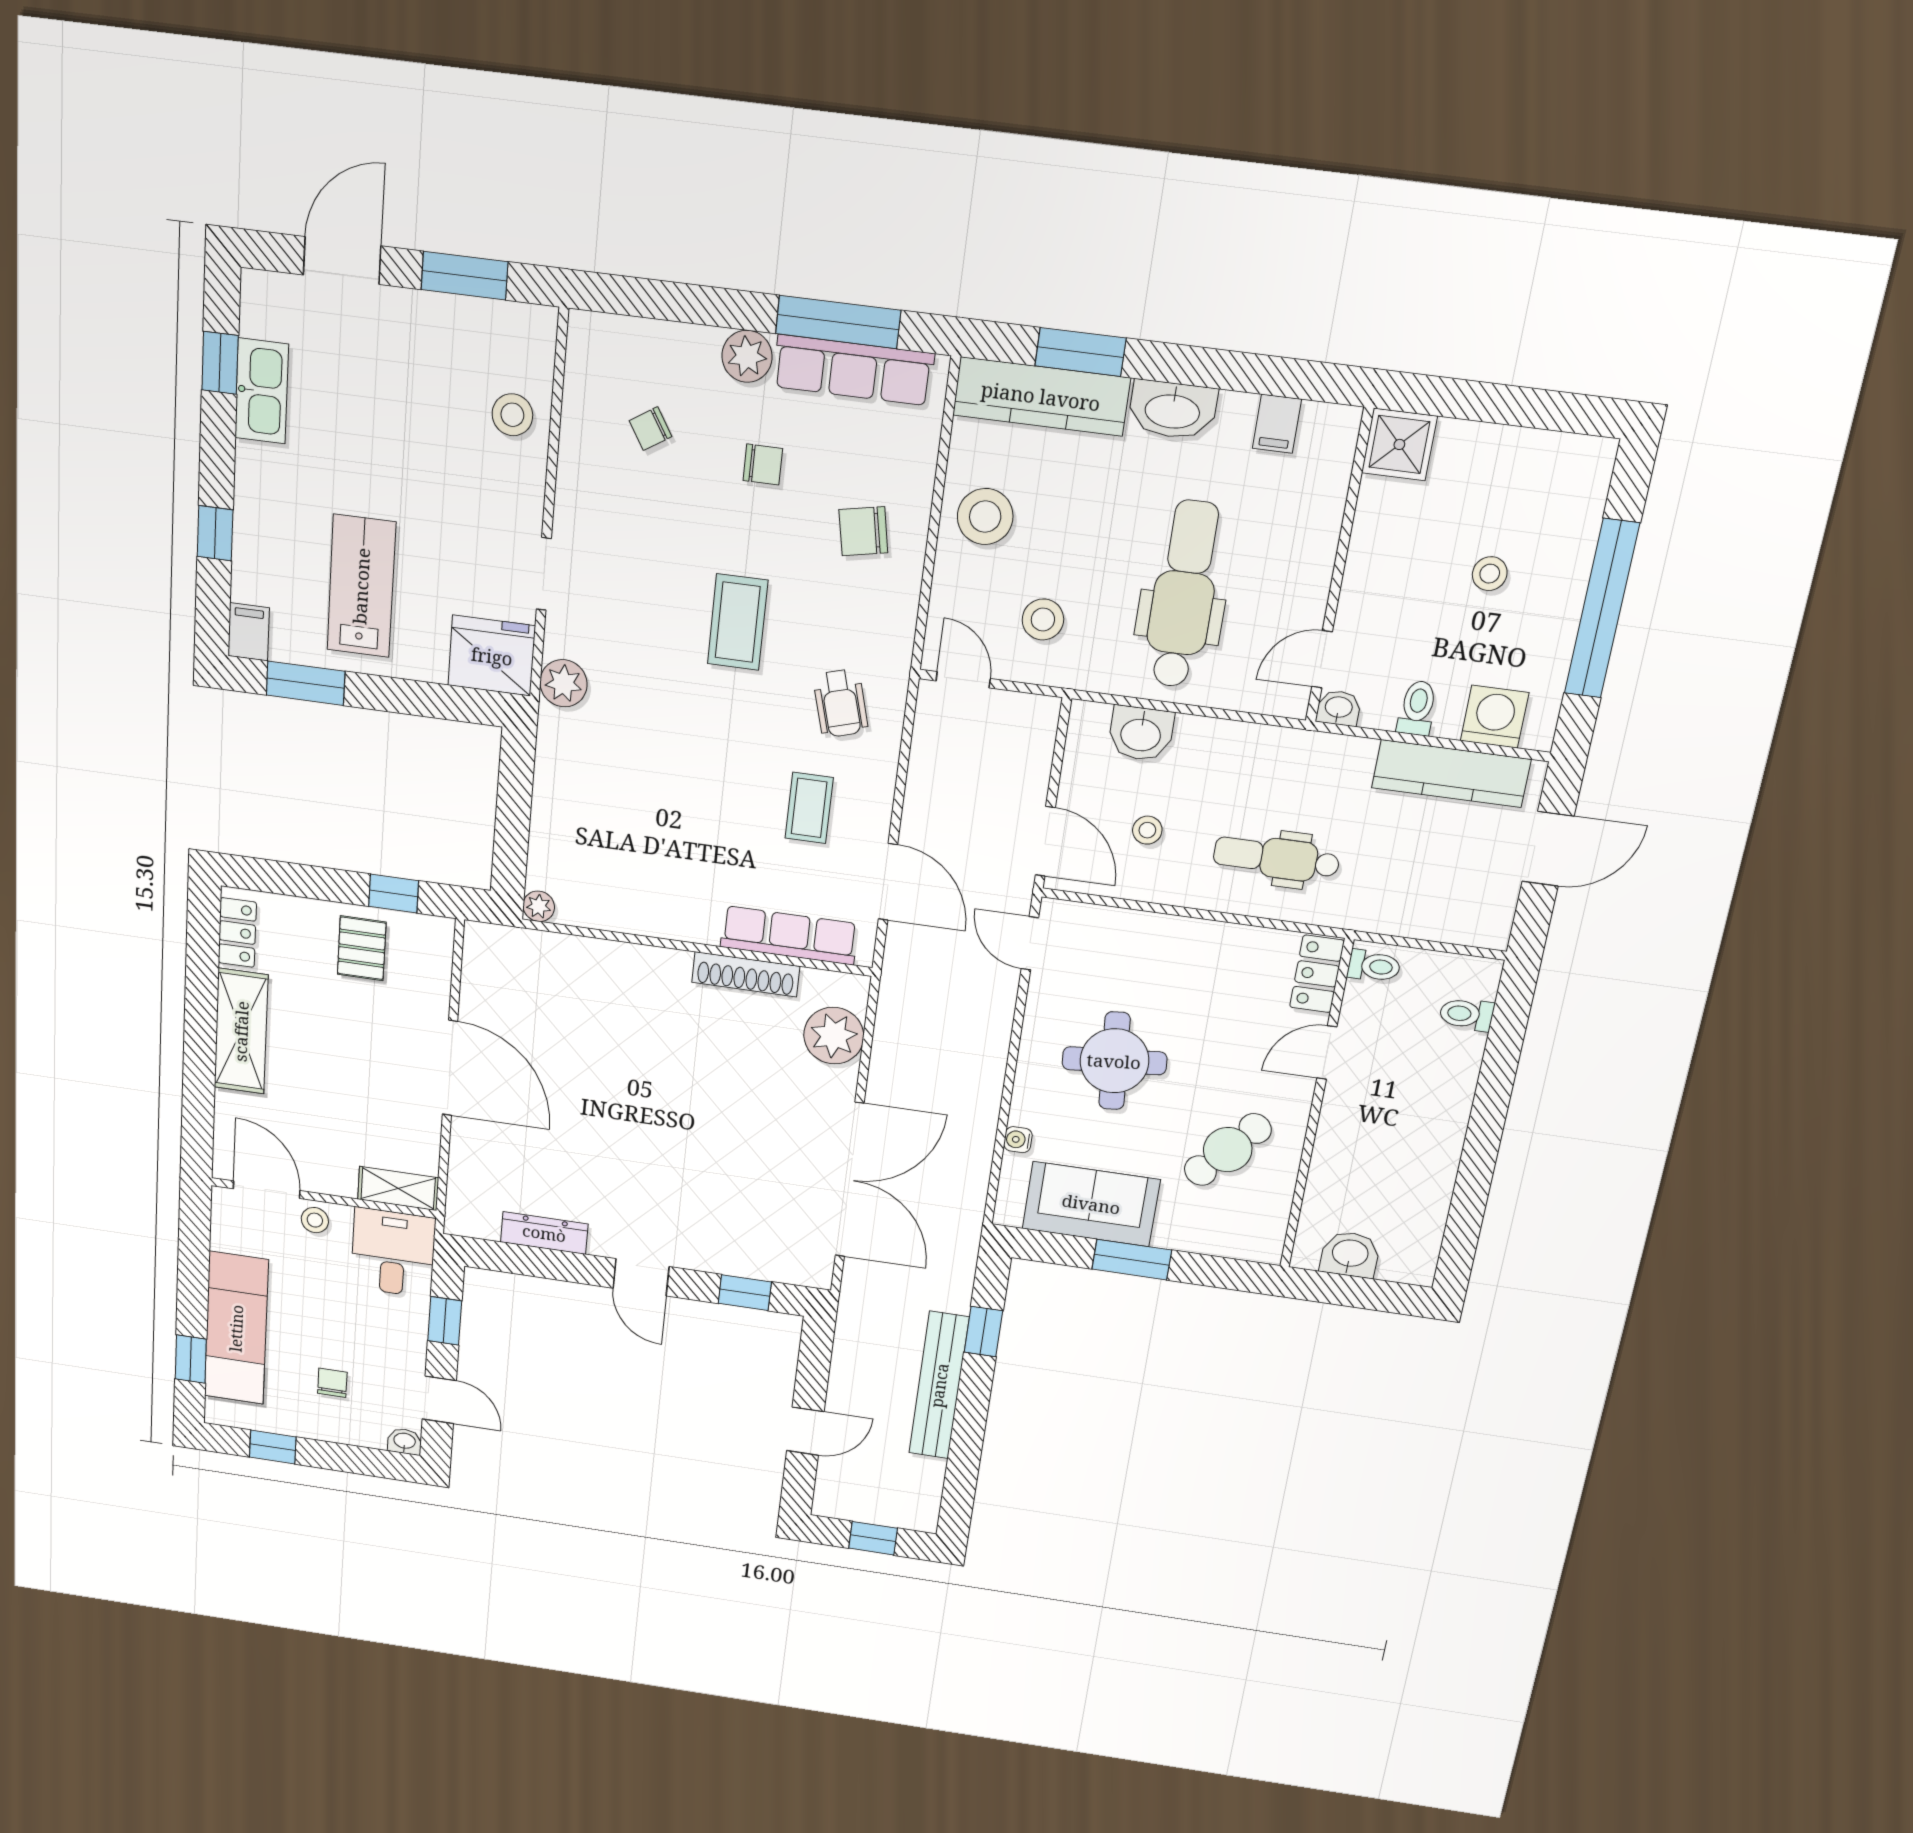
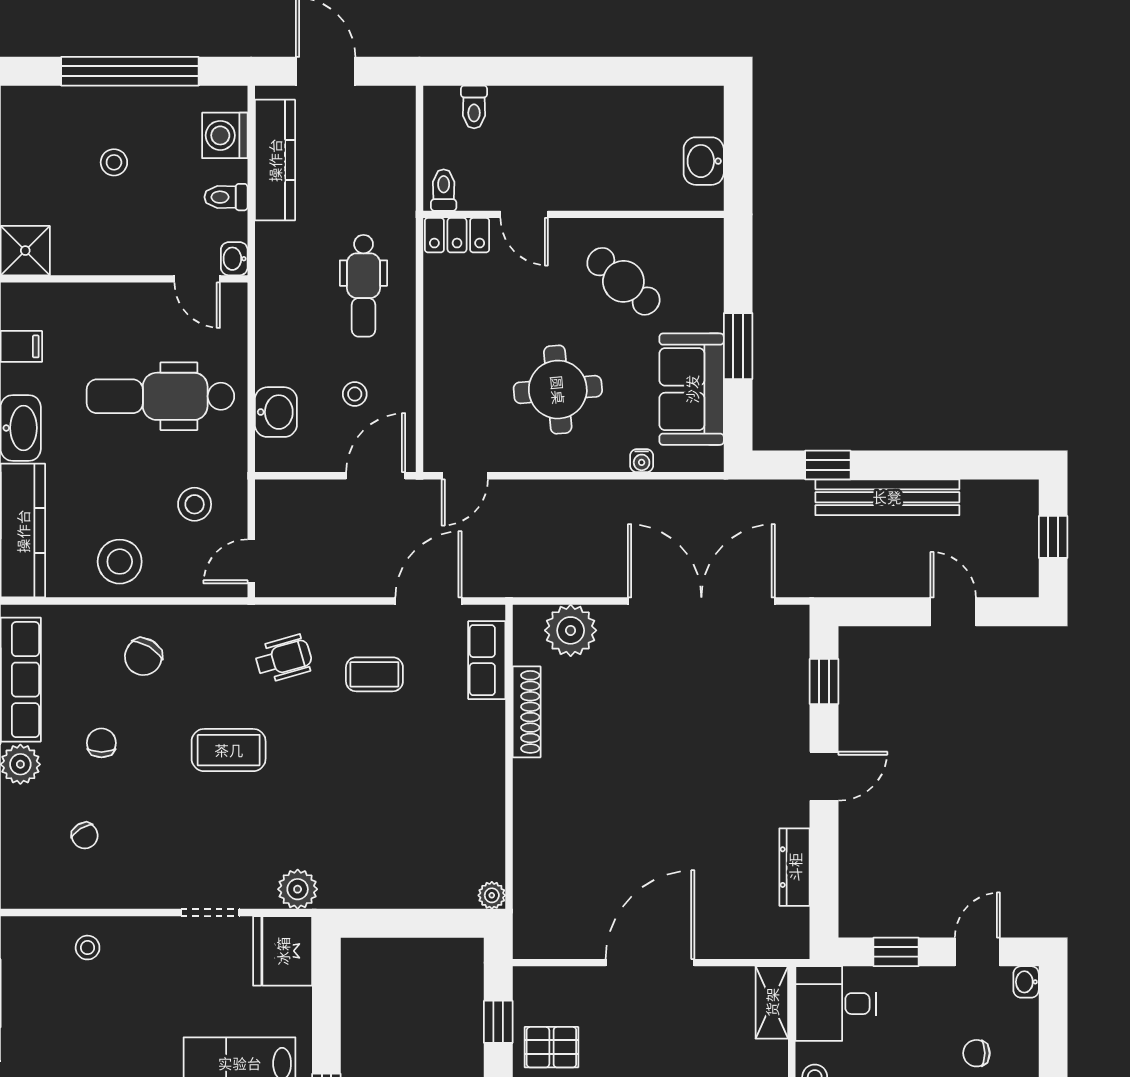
stool: (512, 415) -> (88, 948), width x0.73, depth x0.73
chair: (863, 531) -> (143, 657), turned 42
row of seats: (789, 935) -> (487, 660), width x0.68

